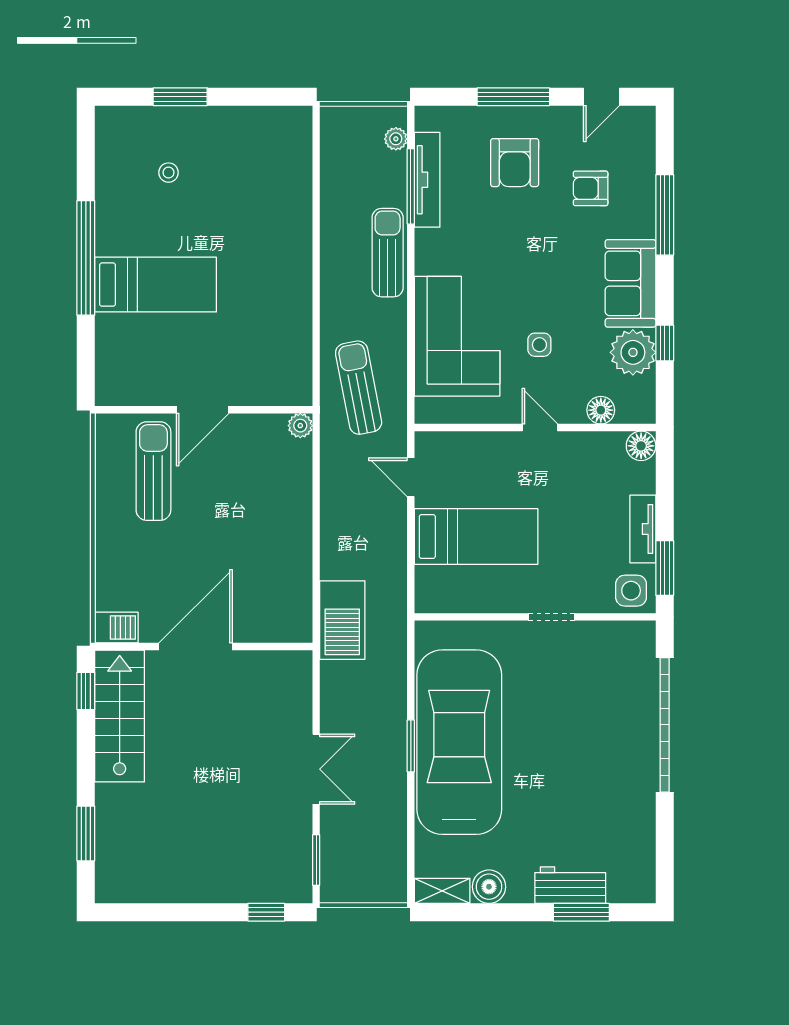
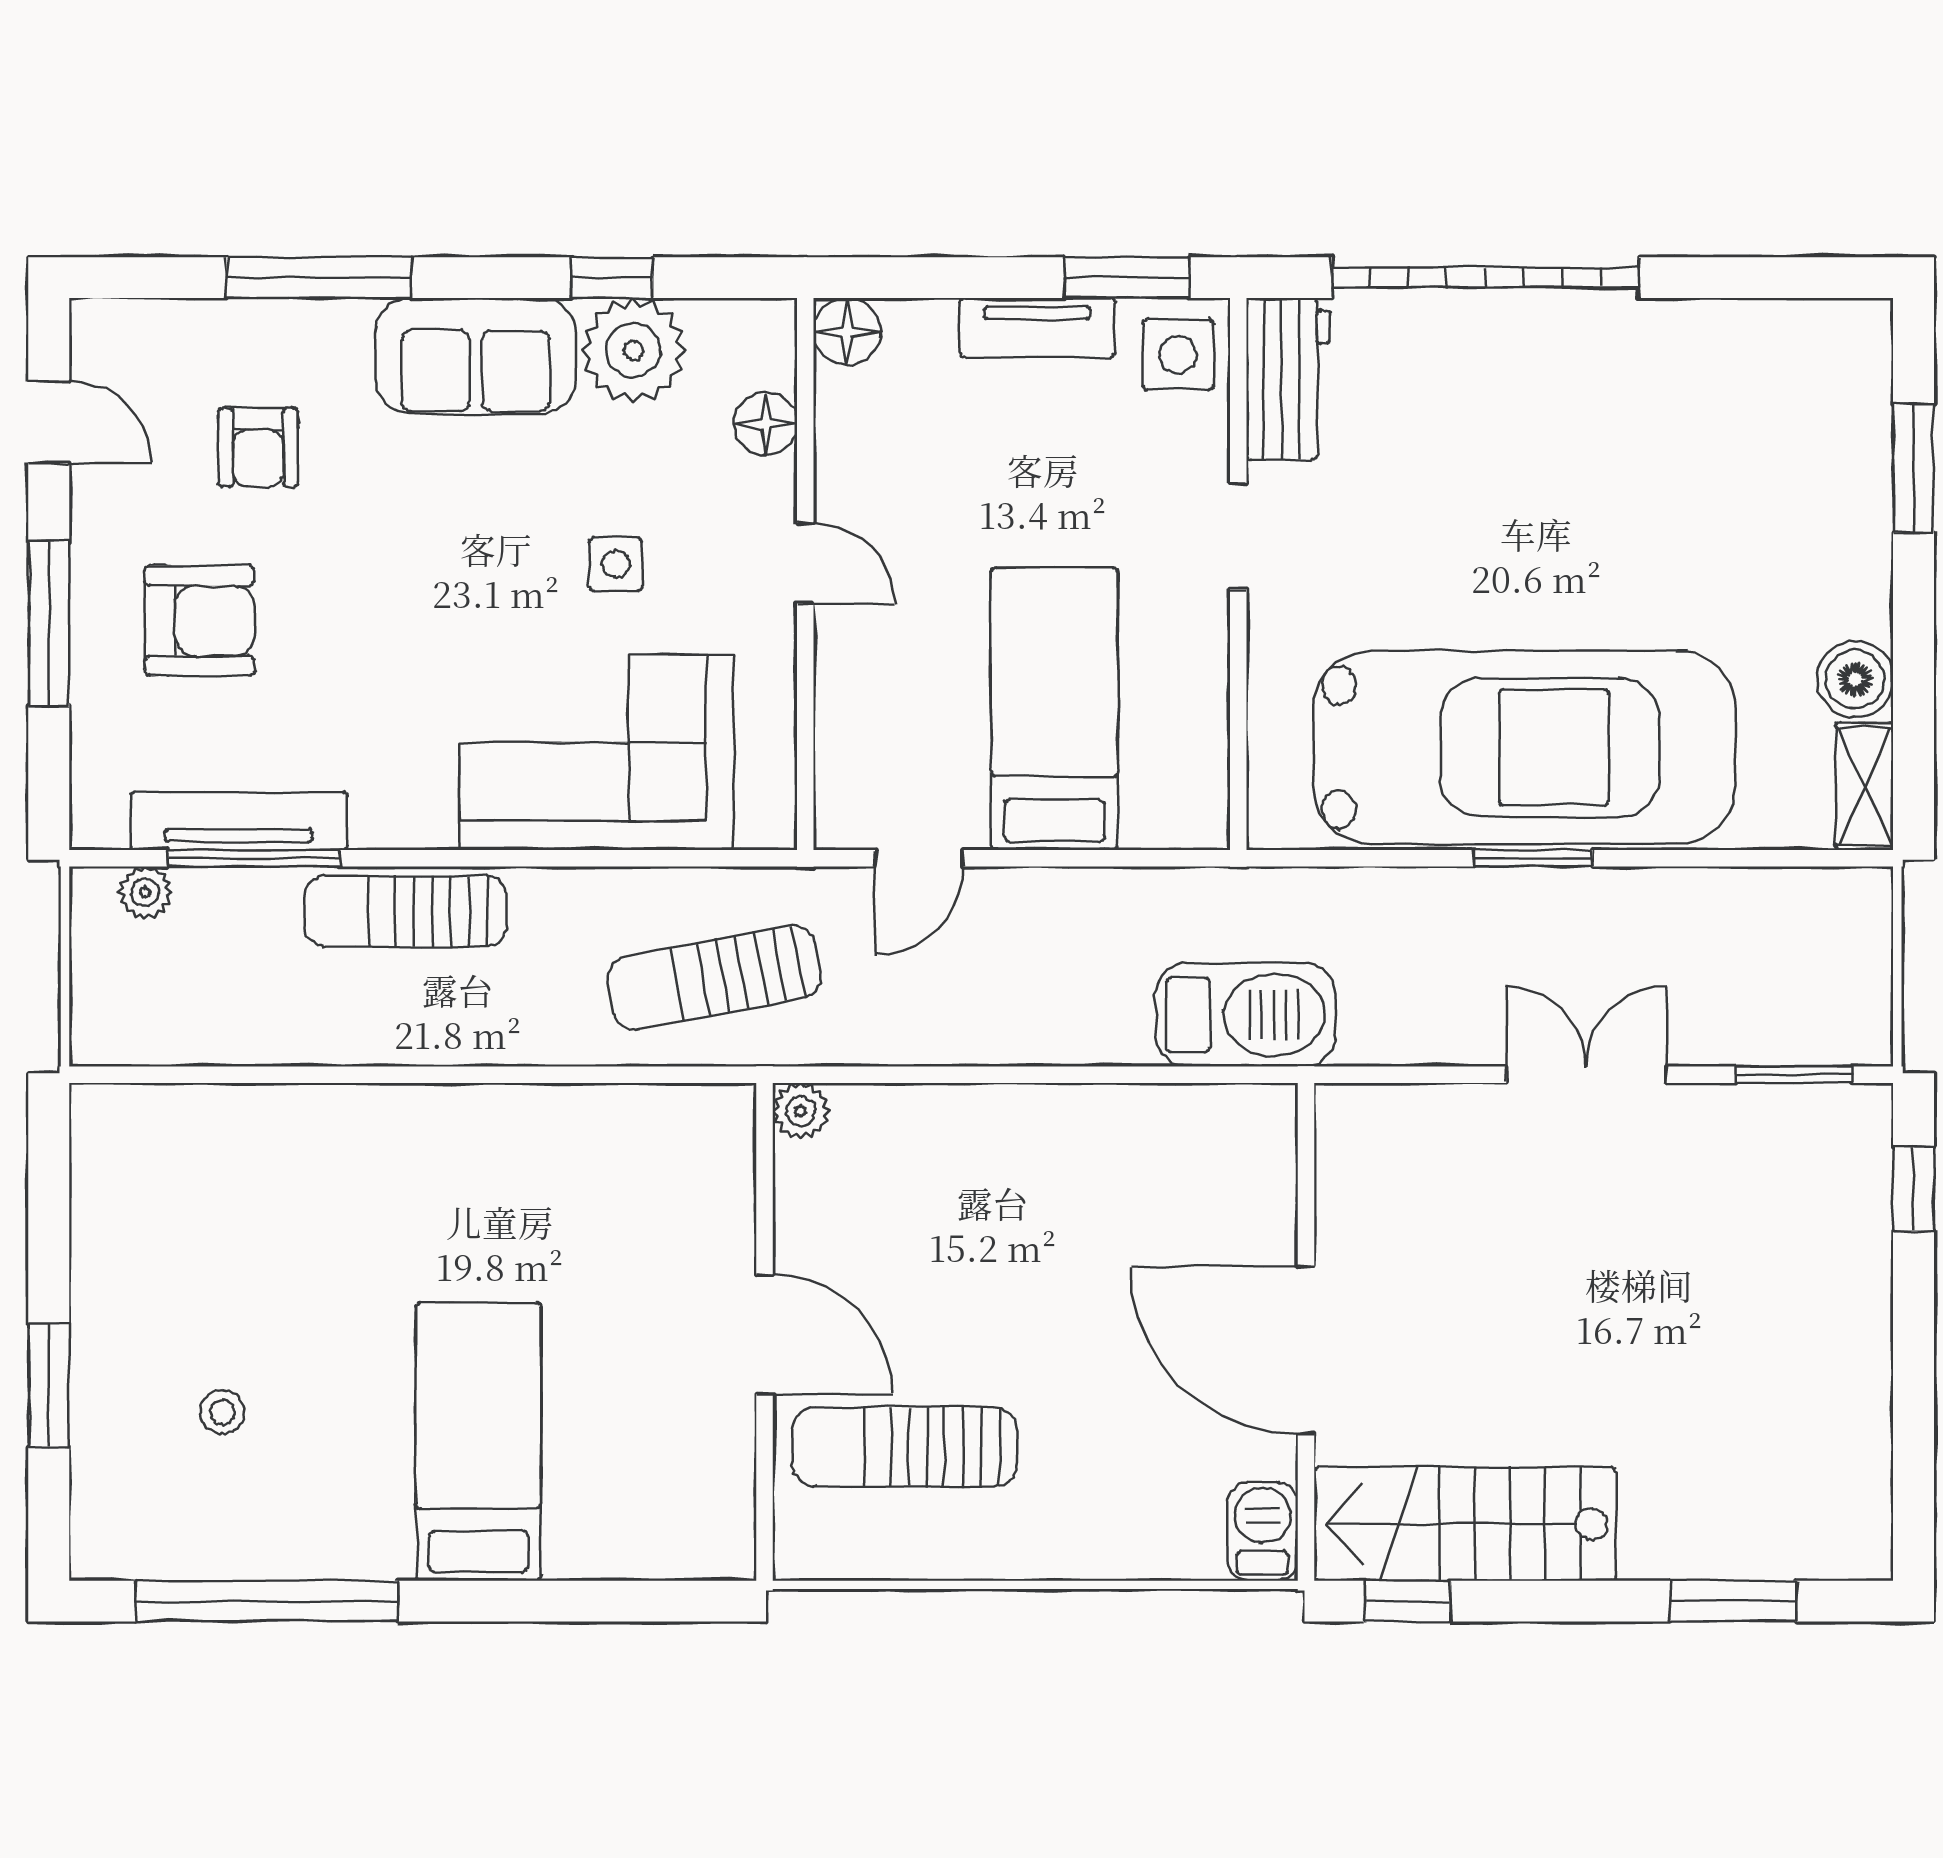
window: (86, 258) -> (267, 1601), moved
door: (540, 428) -> (805, 563), swing flipped
car: (459, 742) -> (1525, 747), turned 180
workbench: (570, 885) -> (1288, 379), moved, turned 180

